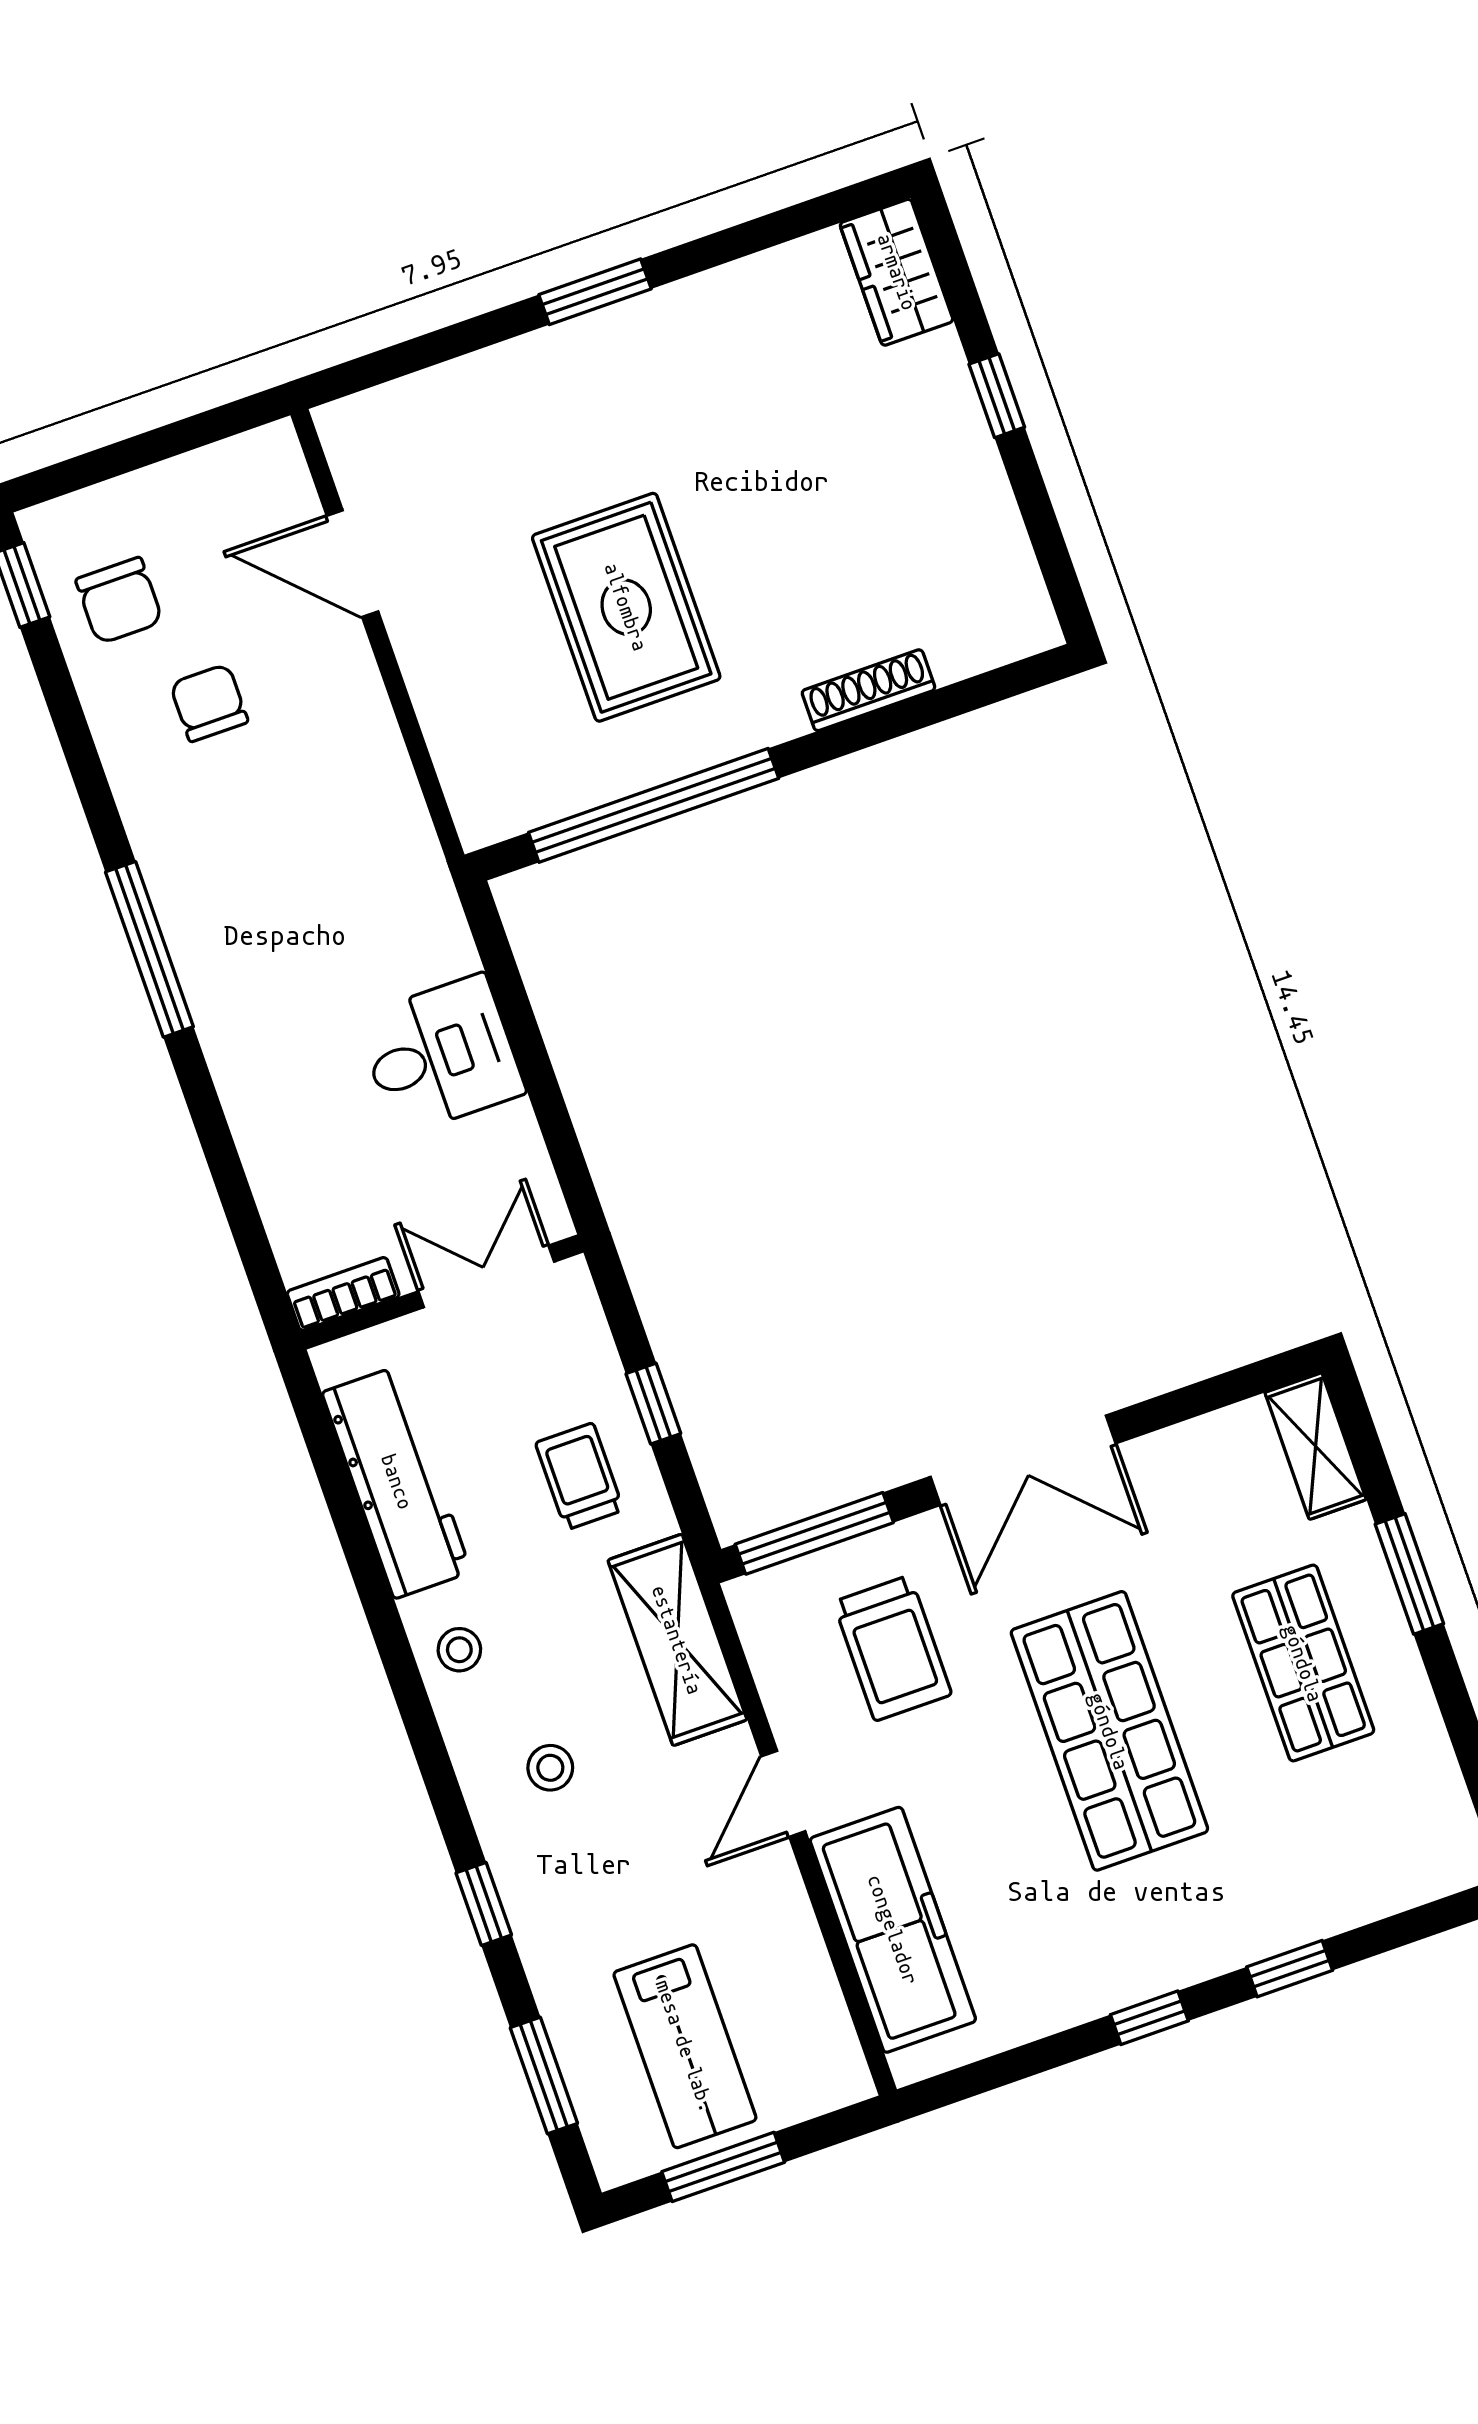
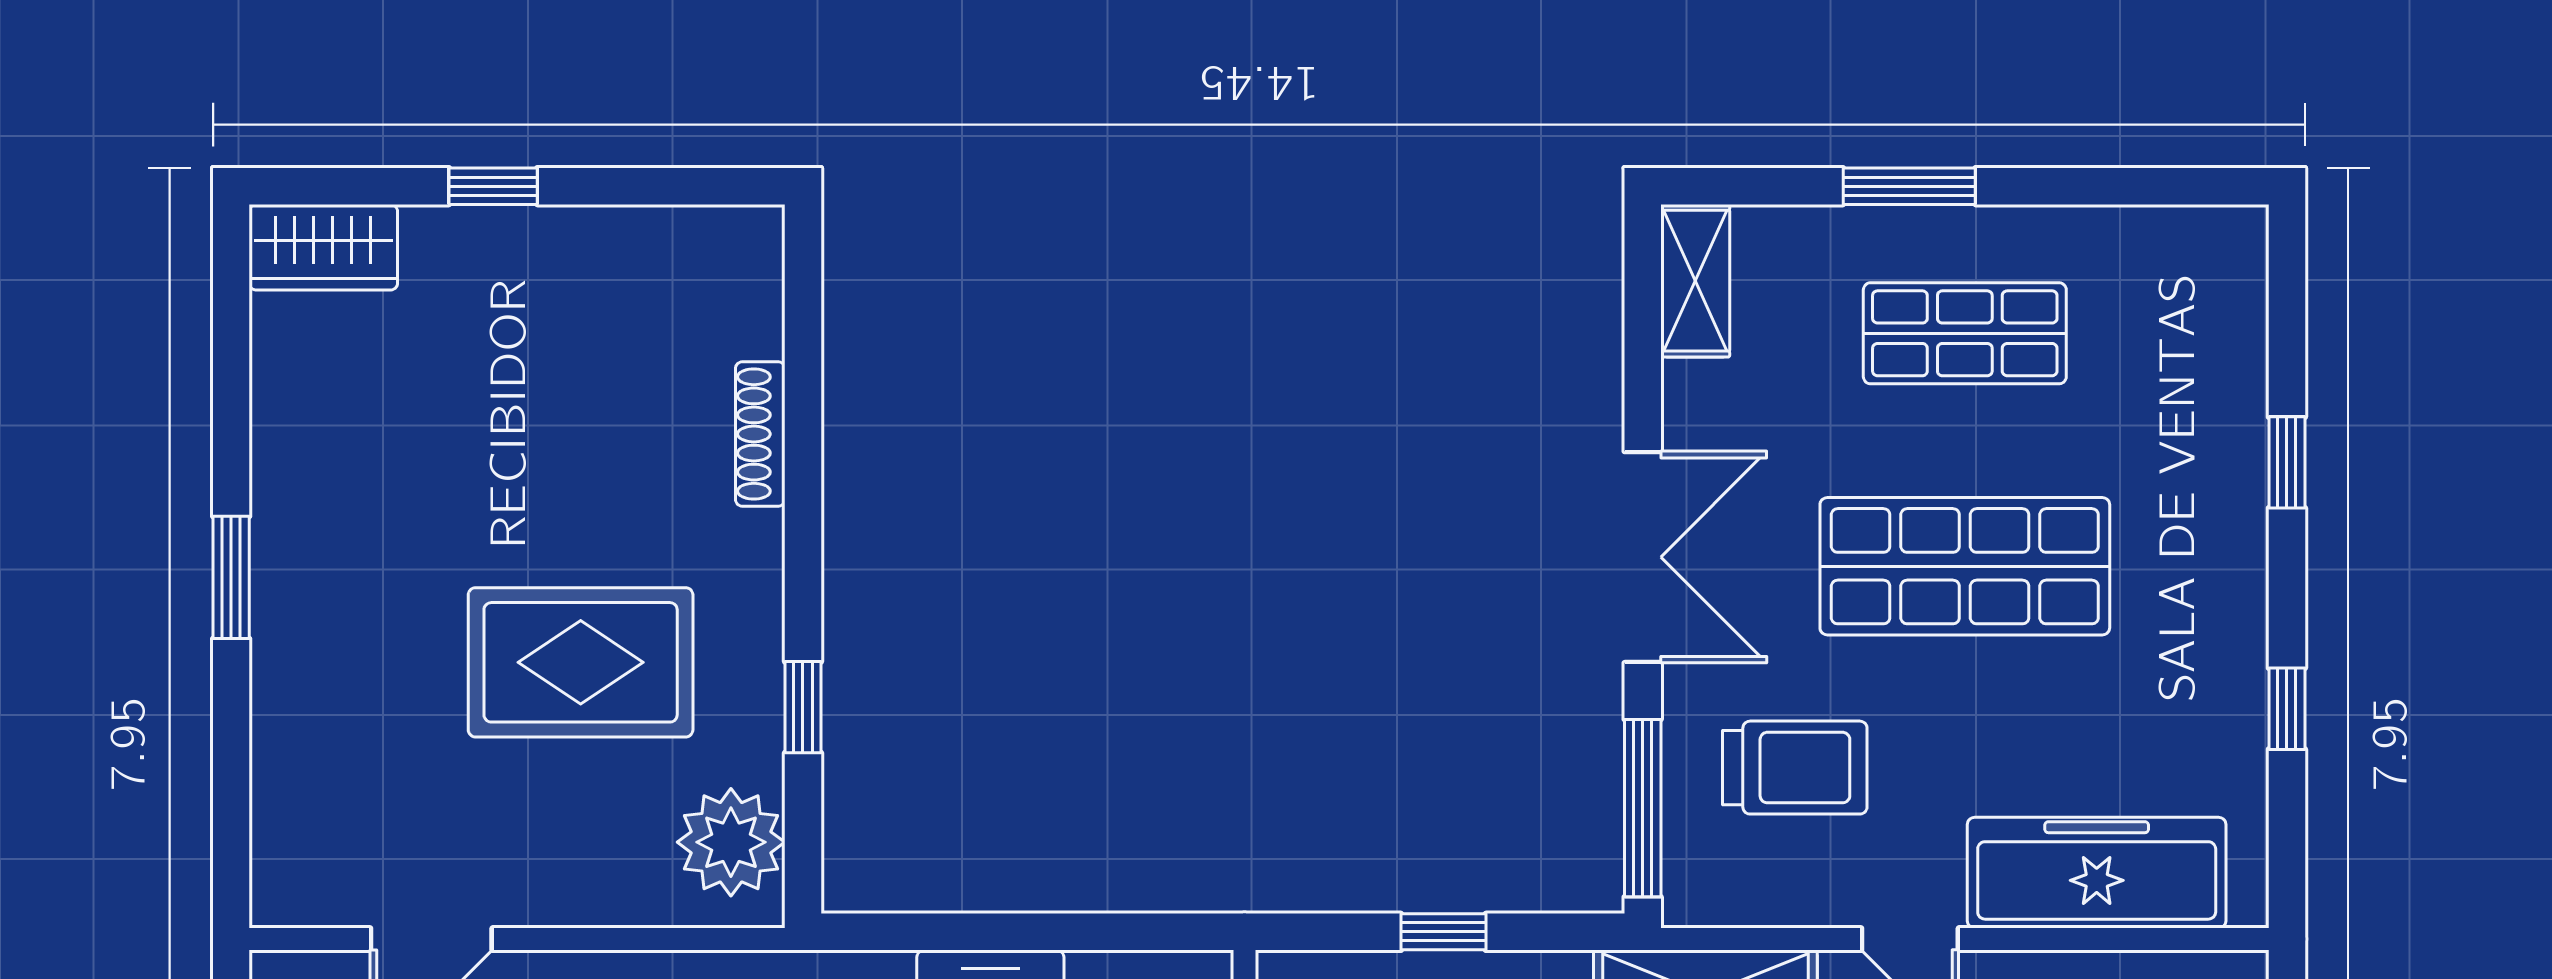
plant: (520, 785) -> (731, 842), added
window: (654, 805) -> (803, 707), width x0.32
shelving: (1316, 1446) -> (1695, 281), moved, turned 90
window: (1149, 2018) -> (2287, 709), moved

